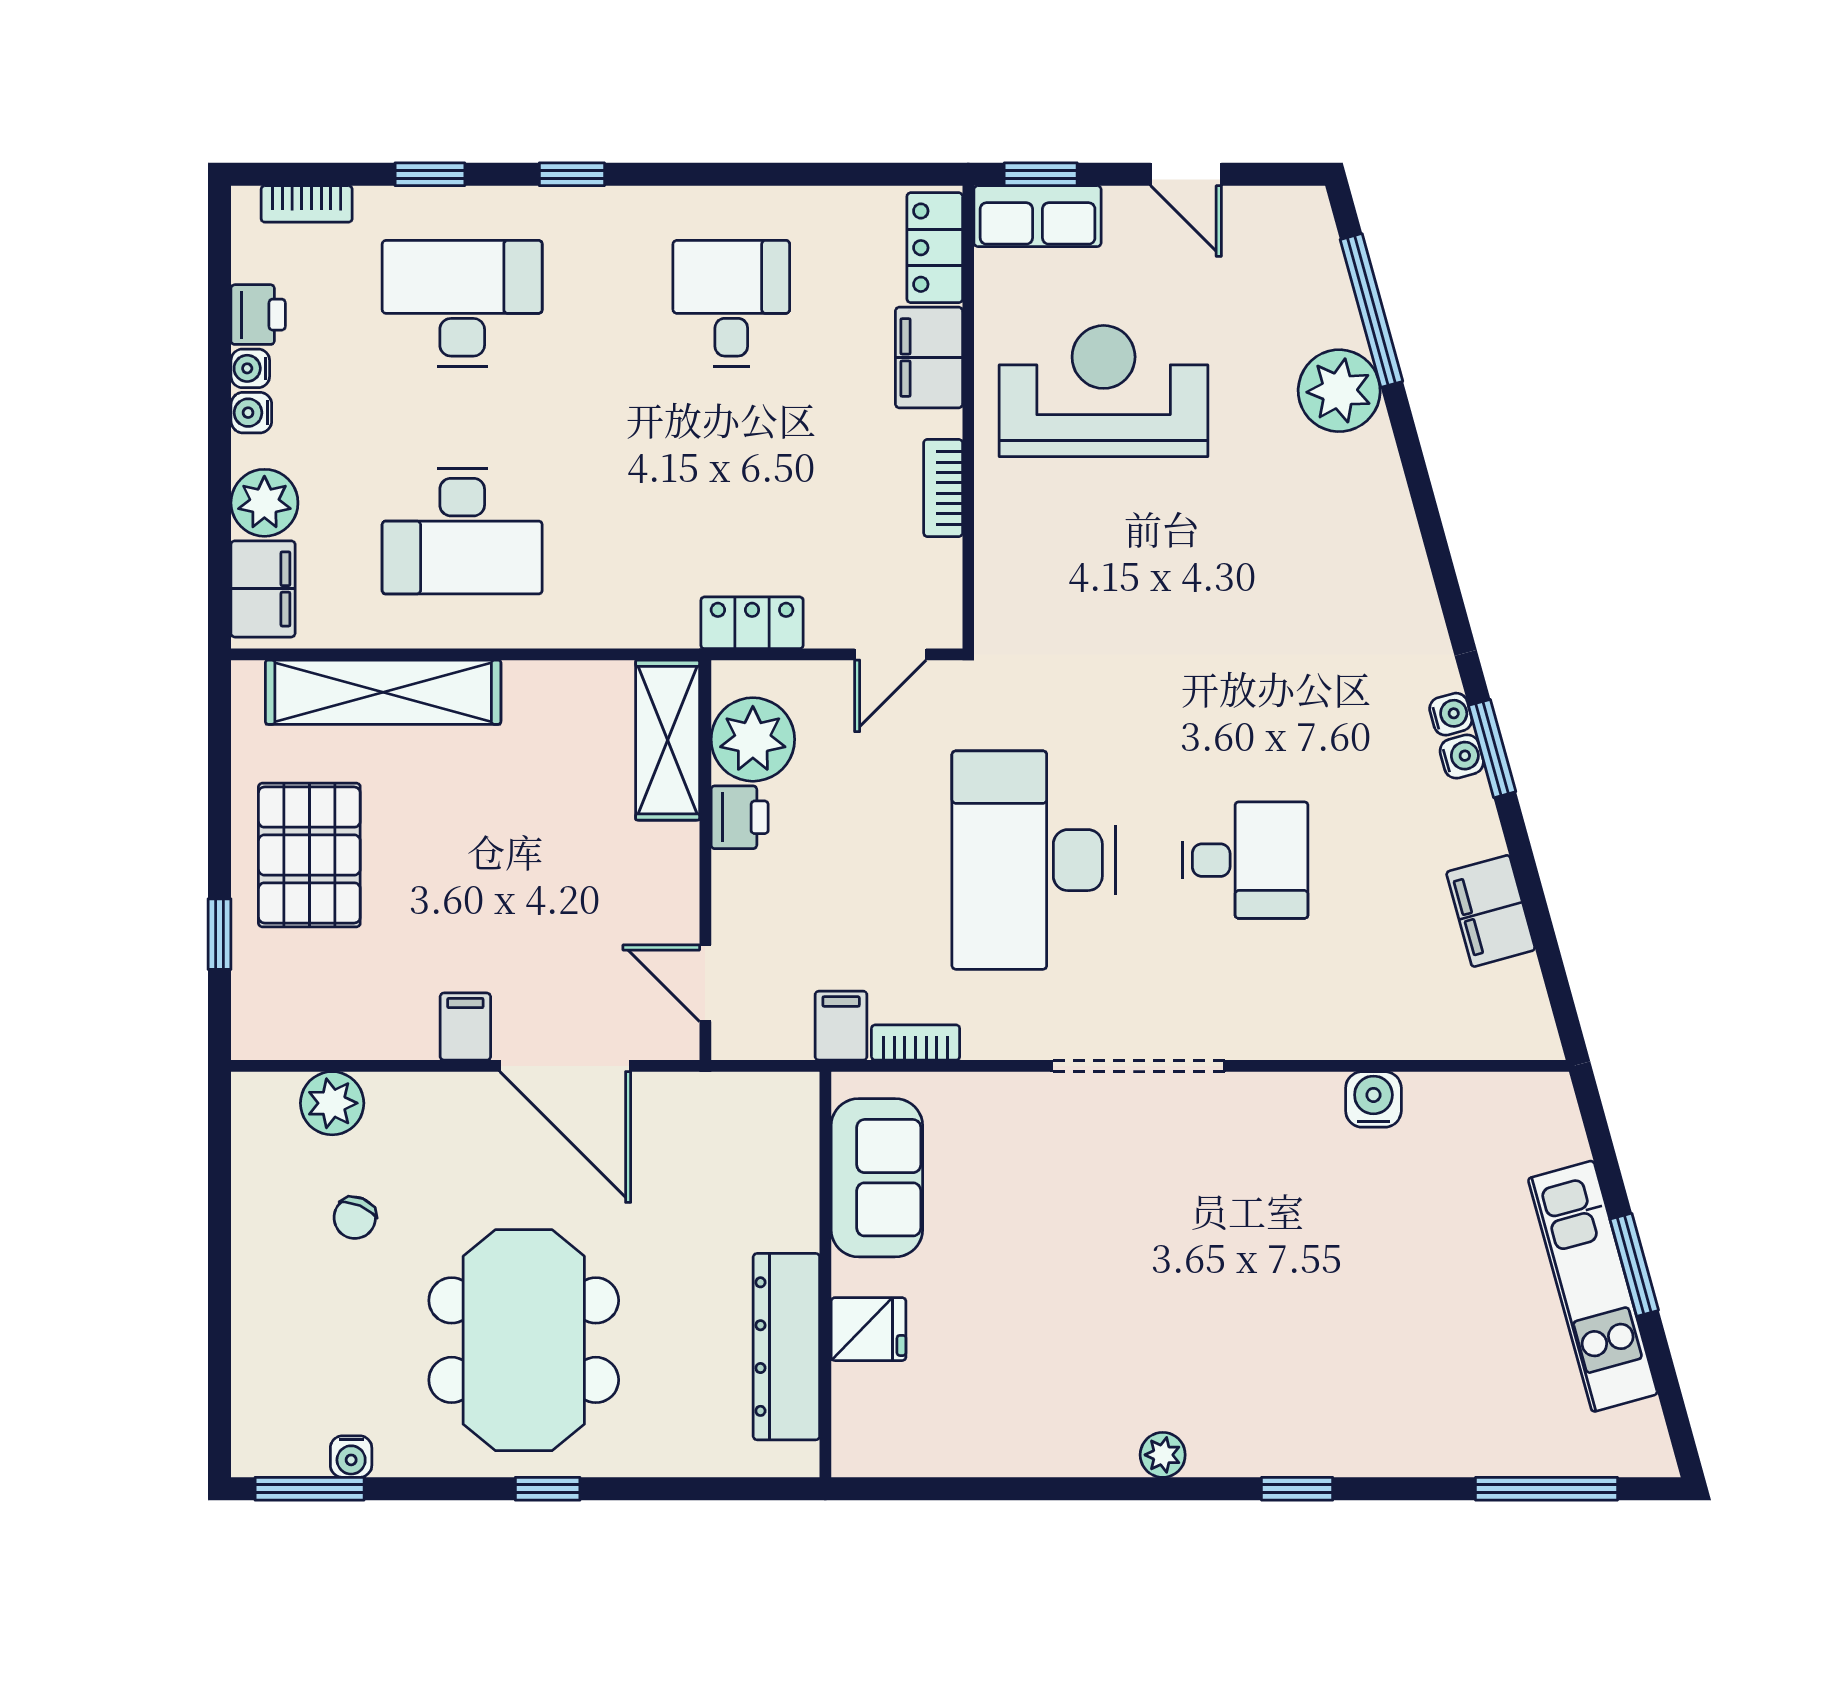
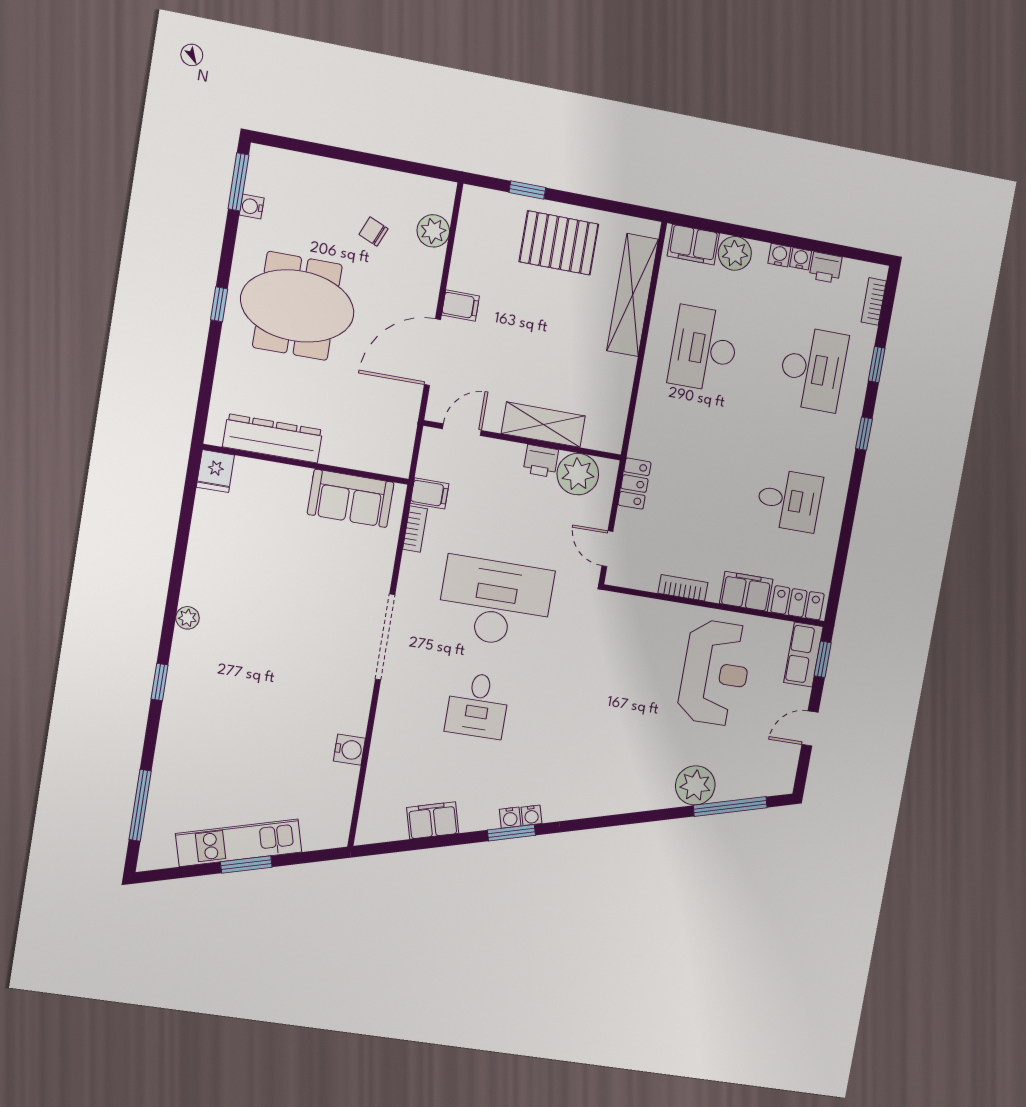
shelving: (668, 740) -> (543, 425), moved
fridge: (869, 1329) -> (215, 471), moved

